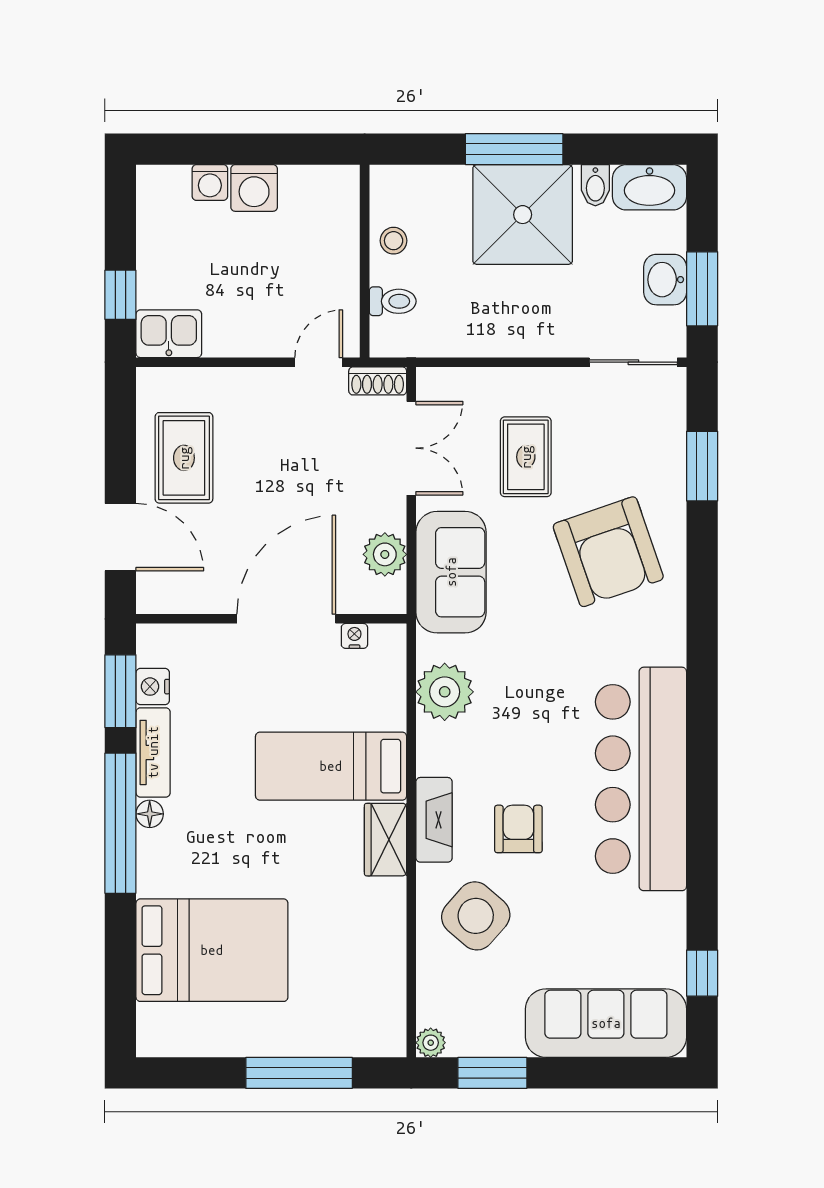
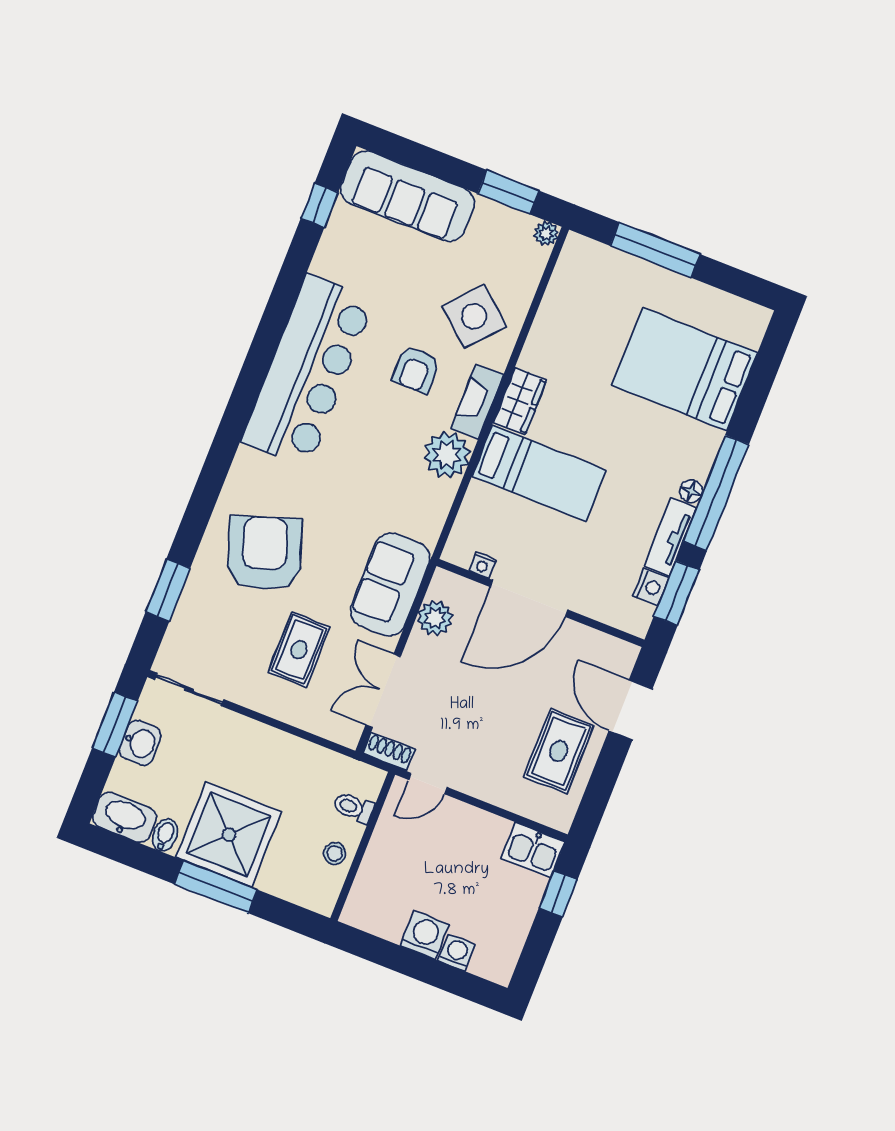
plant: (445, 692) -> (447, 455), moved

